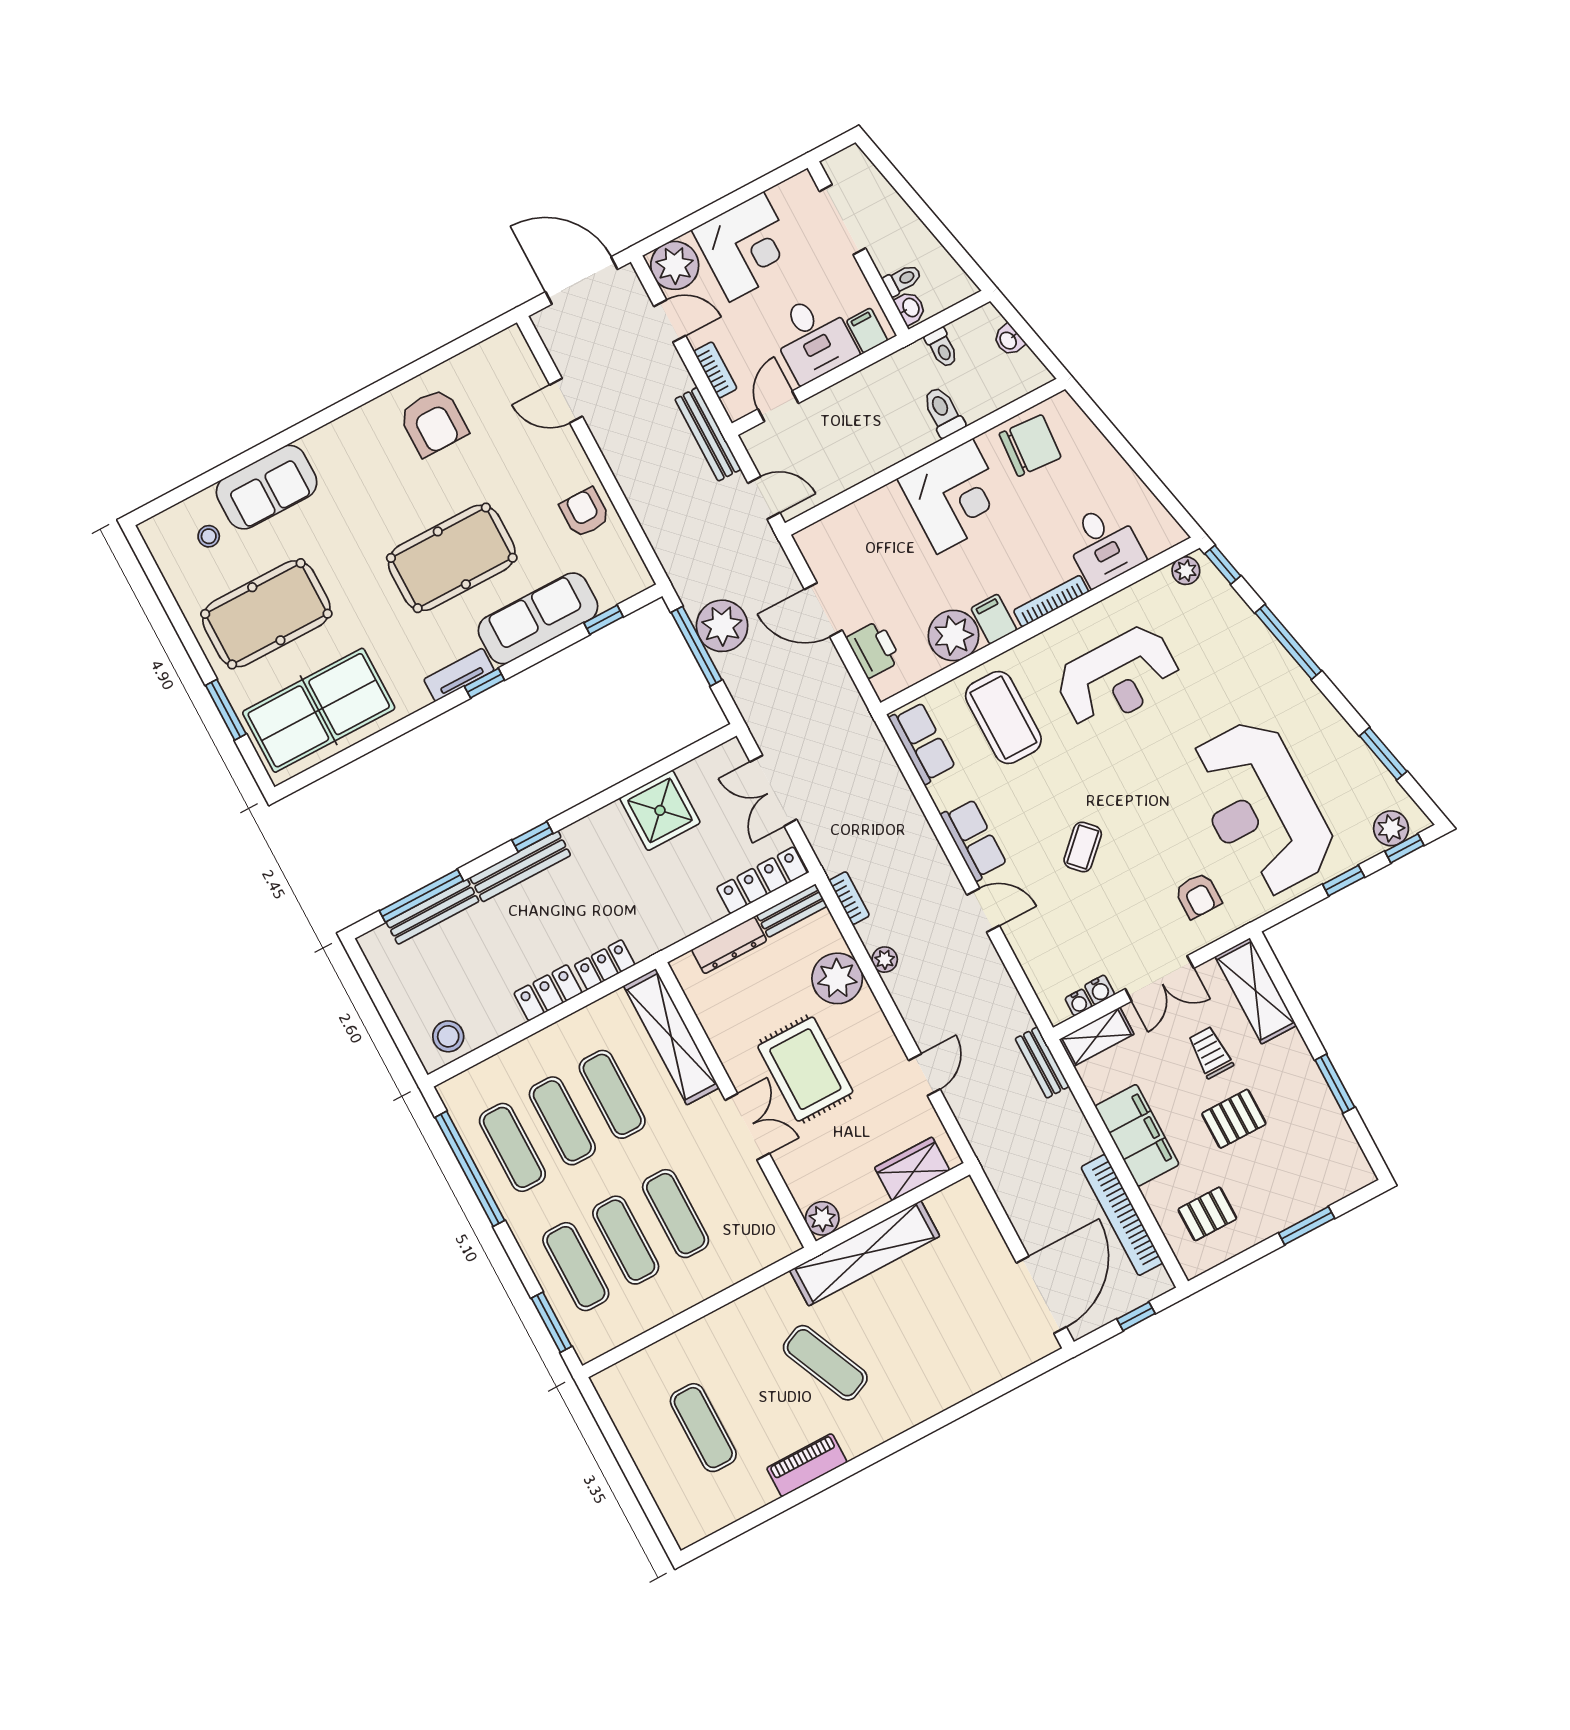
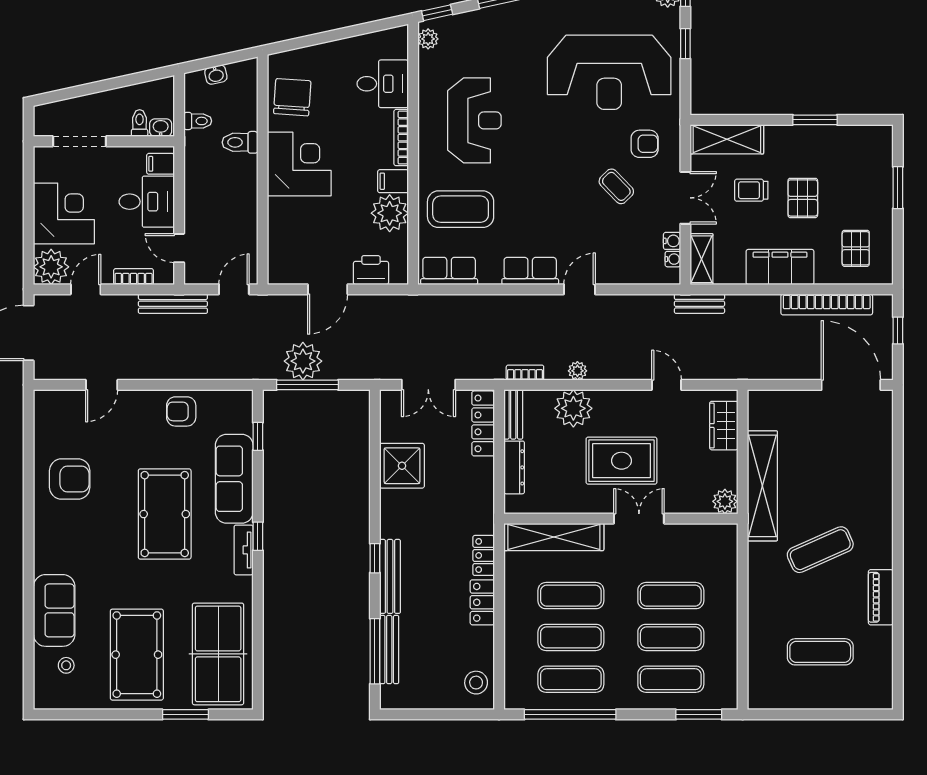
coffee table: (1083, 847) -> (616, 186), moved

